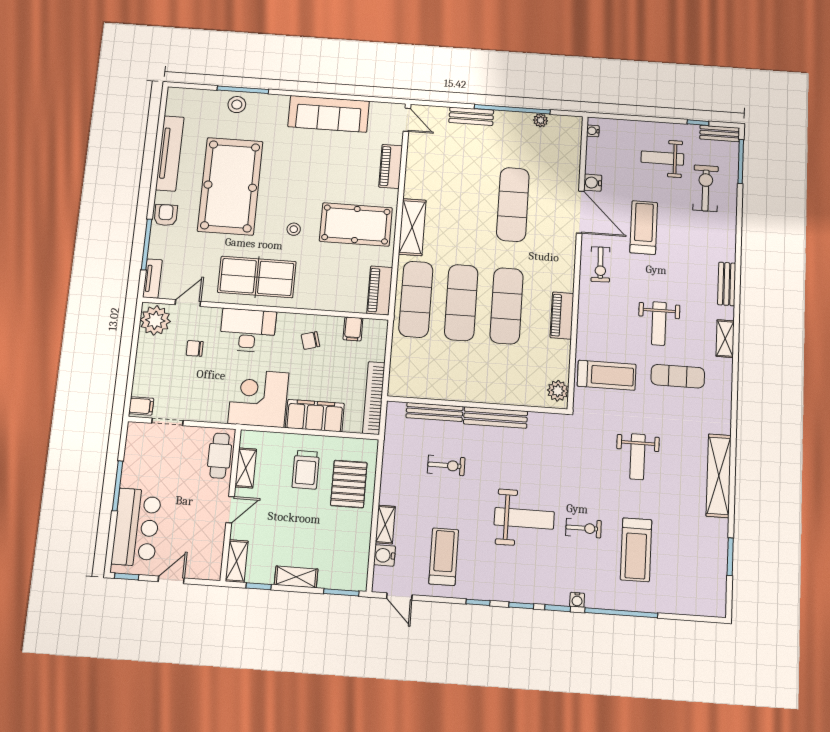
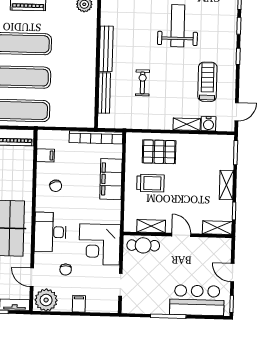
corner desk: (258, 398) -> (99, 244), moved
filing cabinet: (141, 406) -> (79, 304), moved
treadmill: (444, 557) -> (207, 82), turned 90

